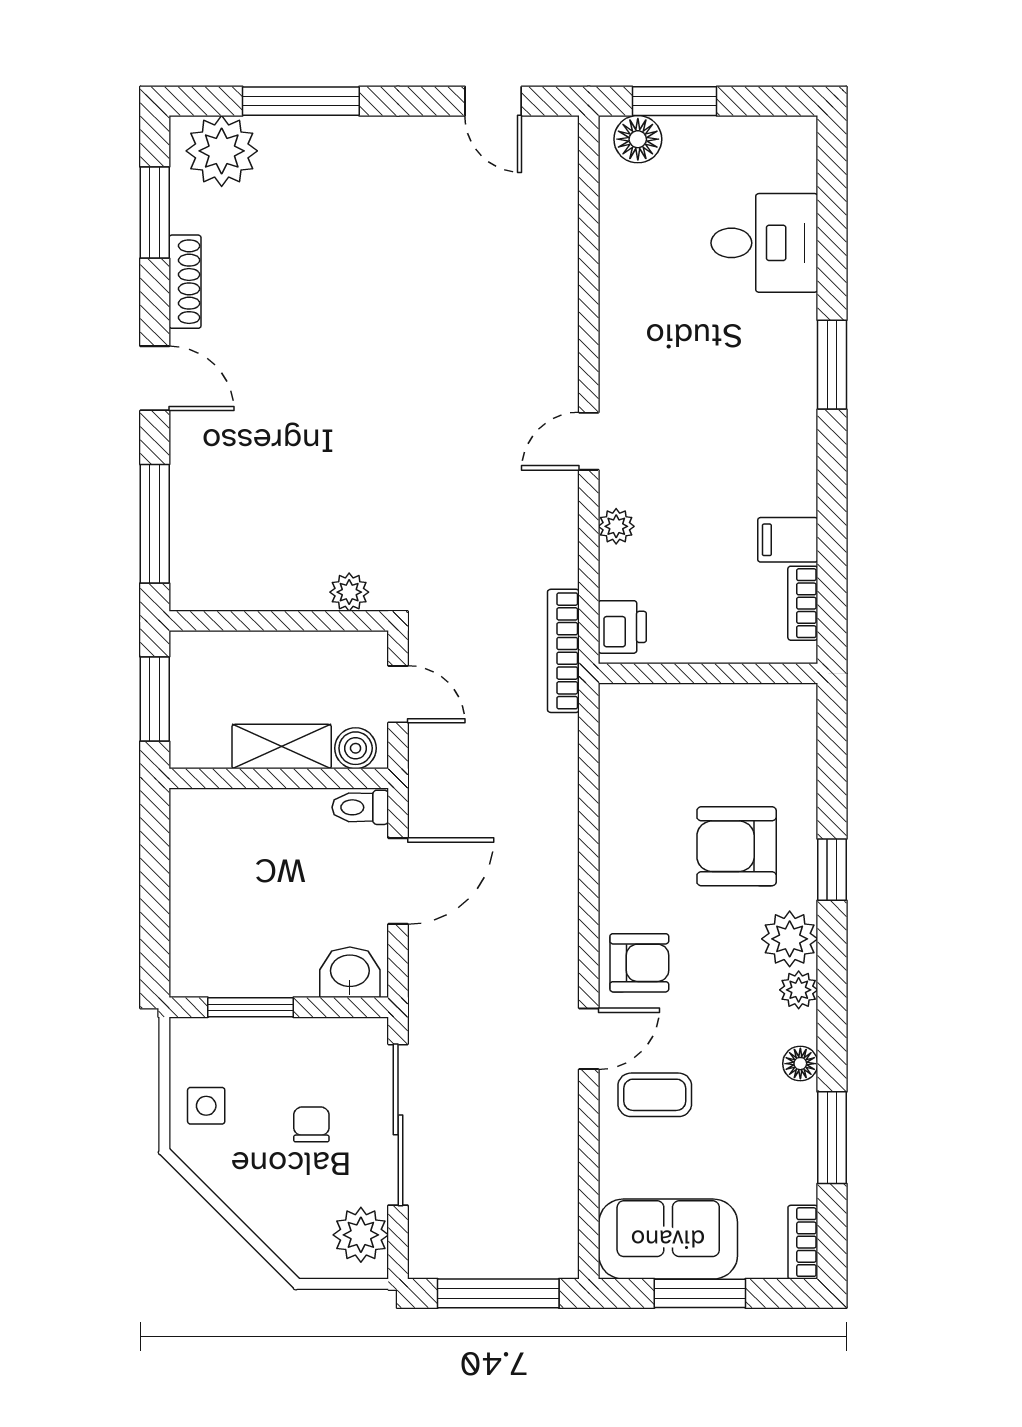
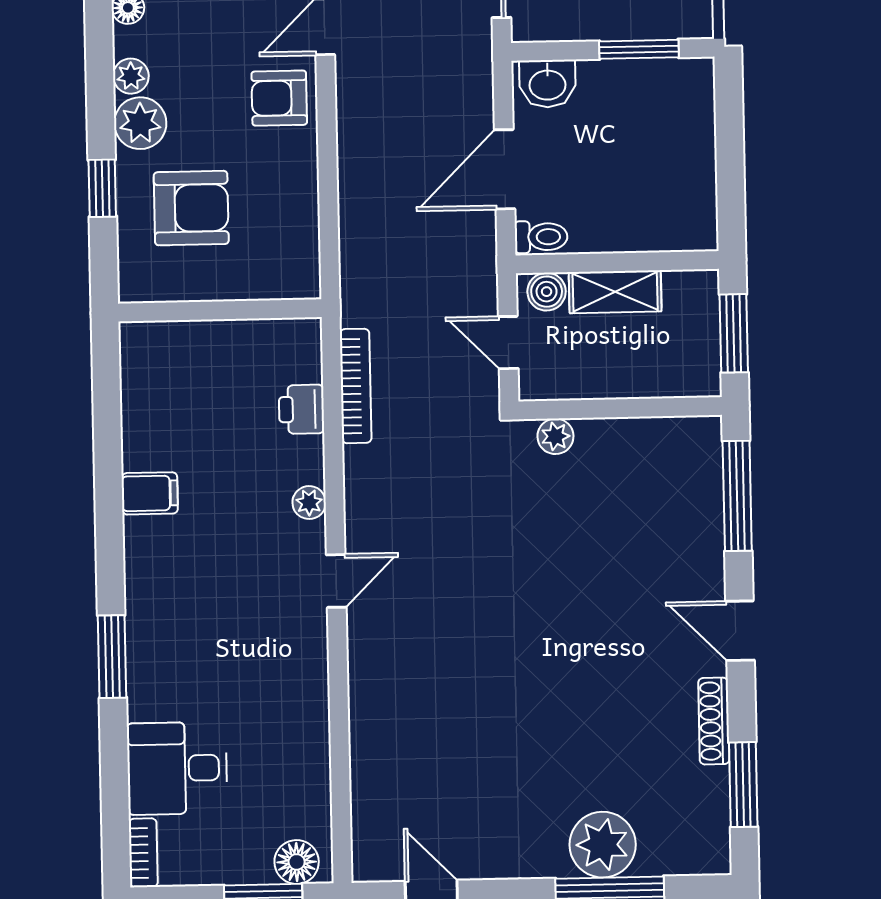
plant: (222, 151) -> (603, 845), moved
bookcase: (803, 603) -> (143, 853), moved
wall: (708, 673) -> (220, 310), moved

